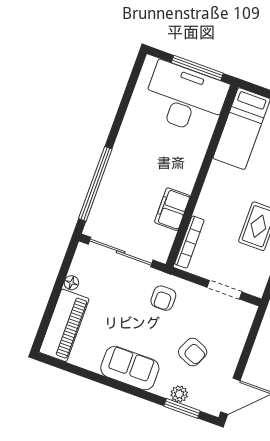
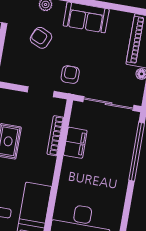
bookcase: (189, 242) -> (55, 136), moved
doorway: (224, 290) -> (41, 92), moved

